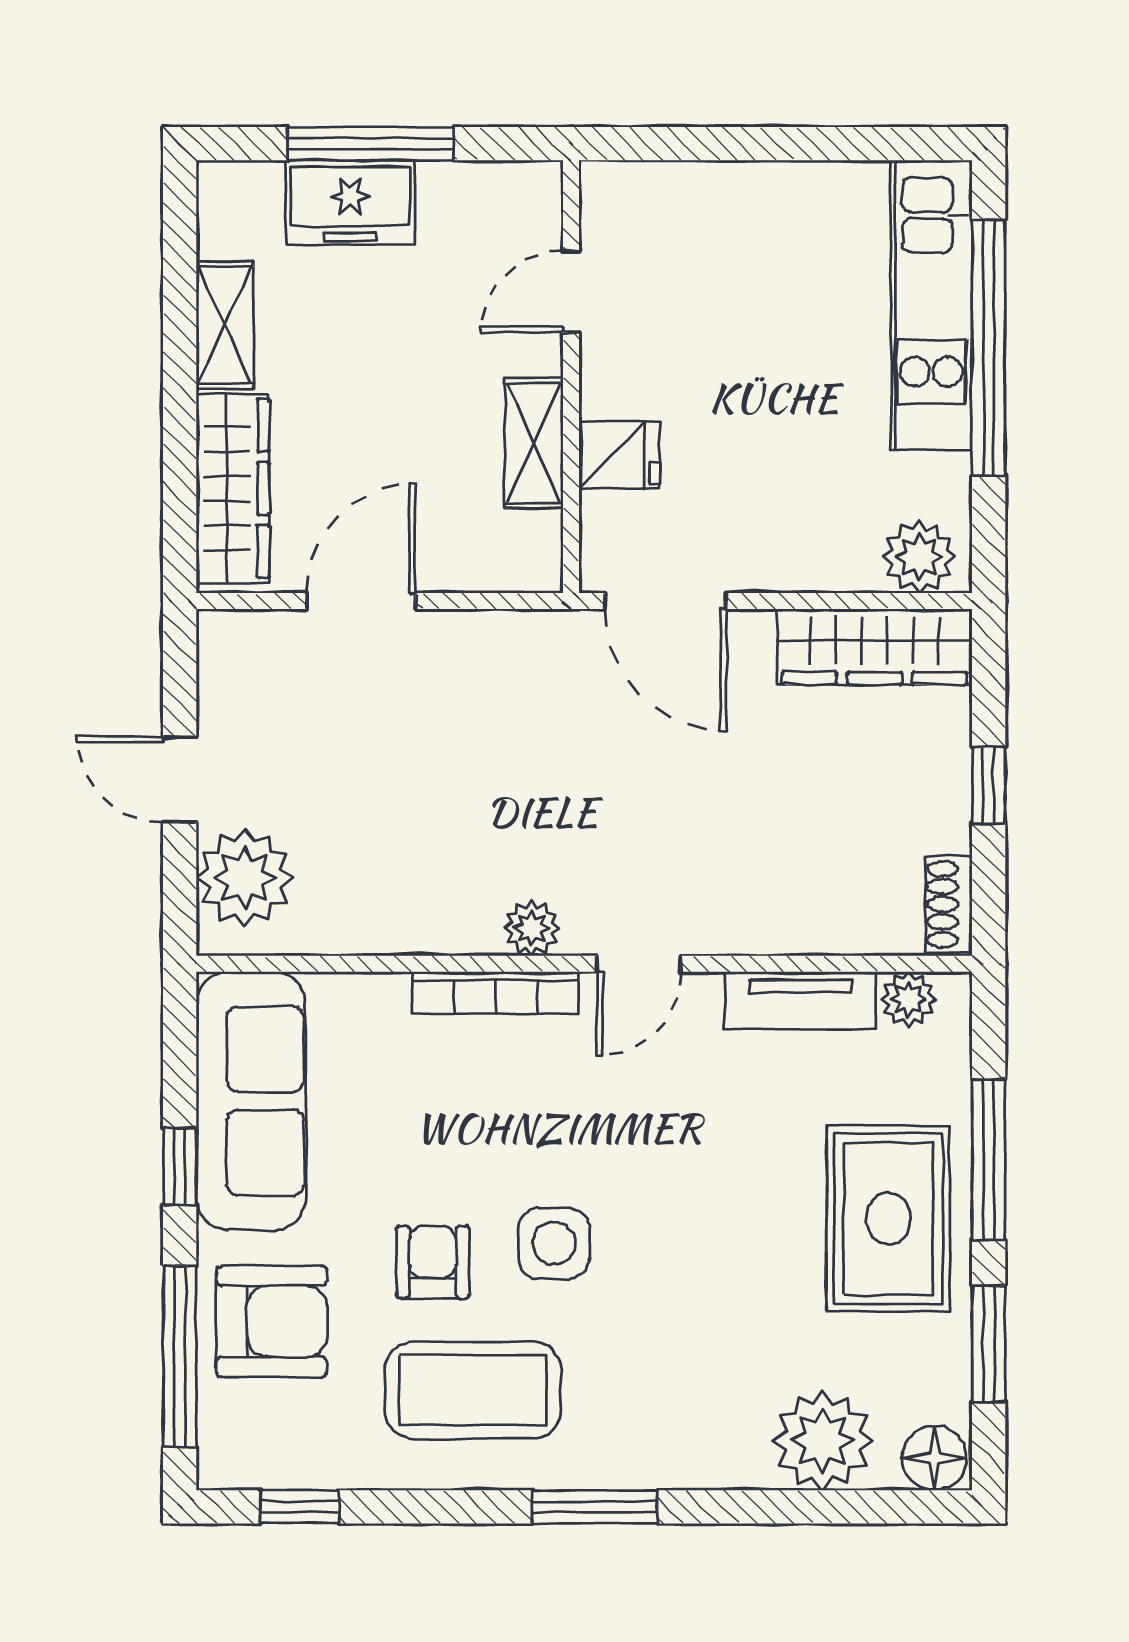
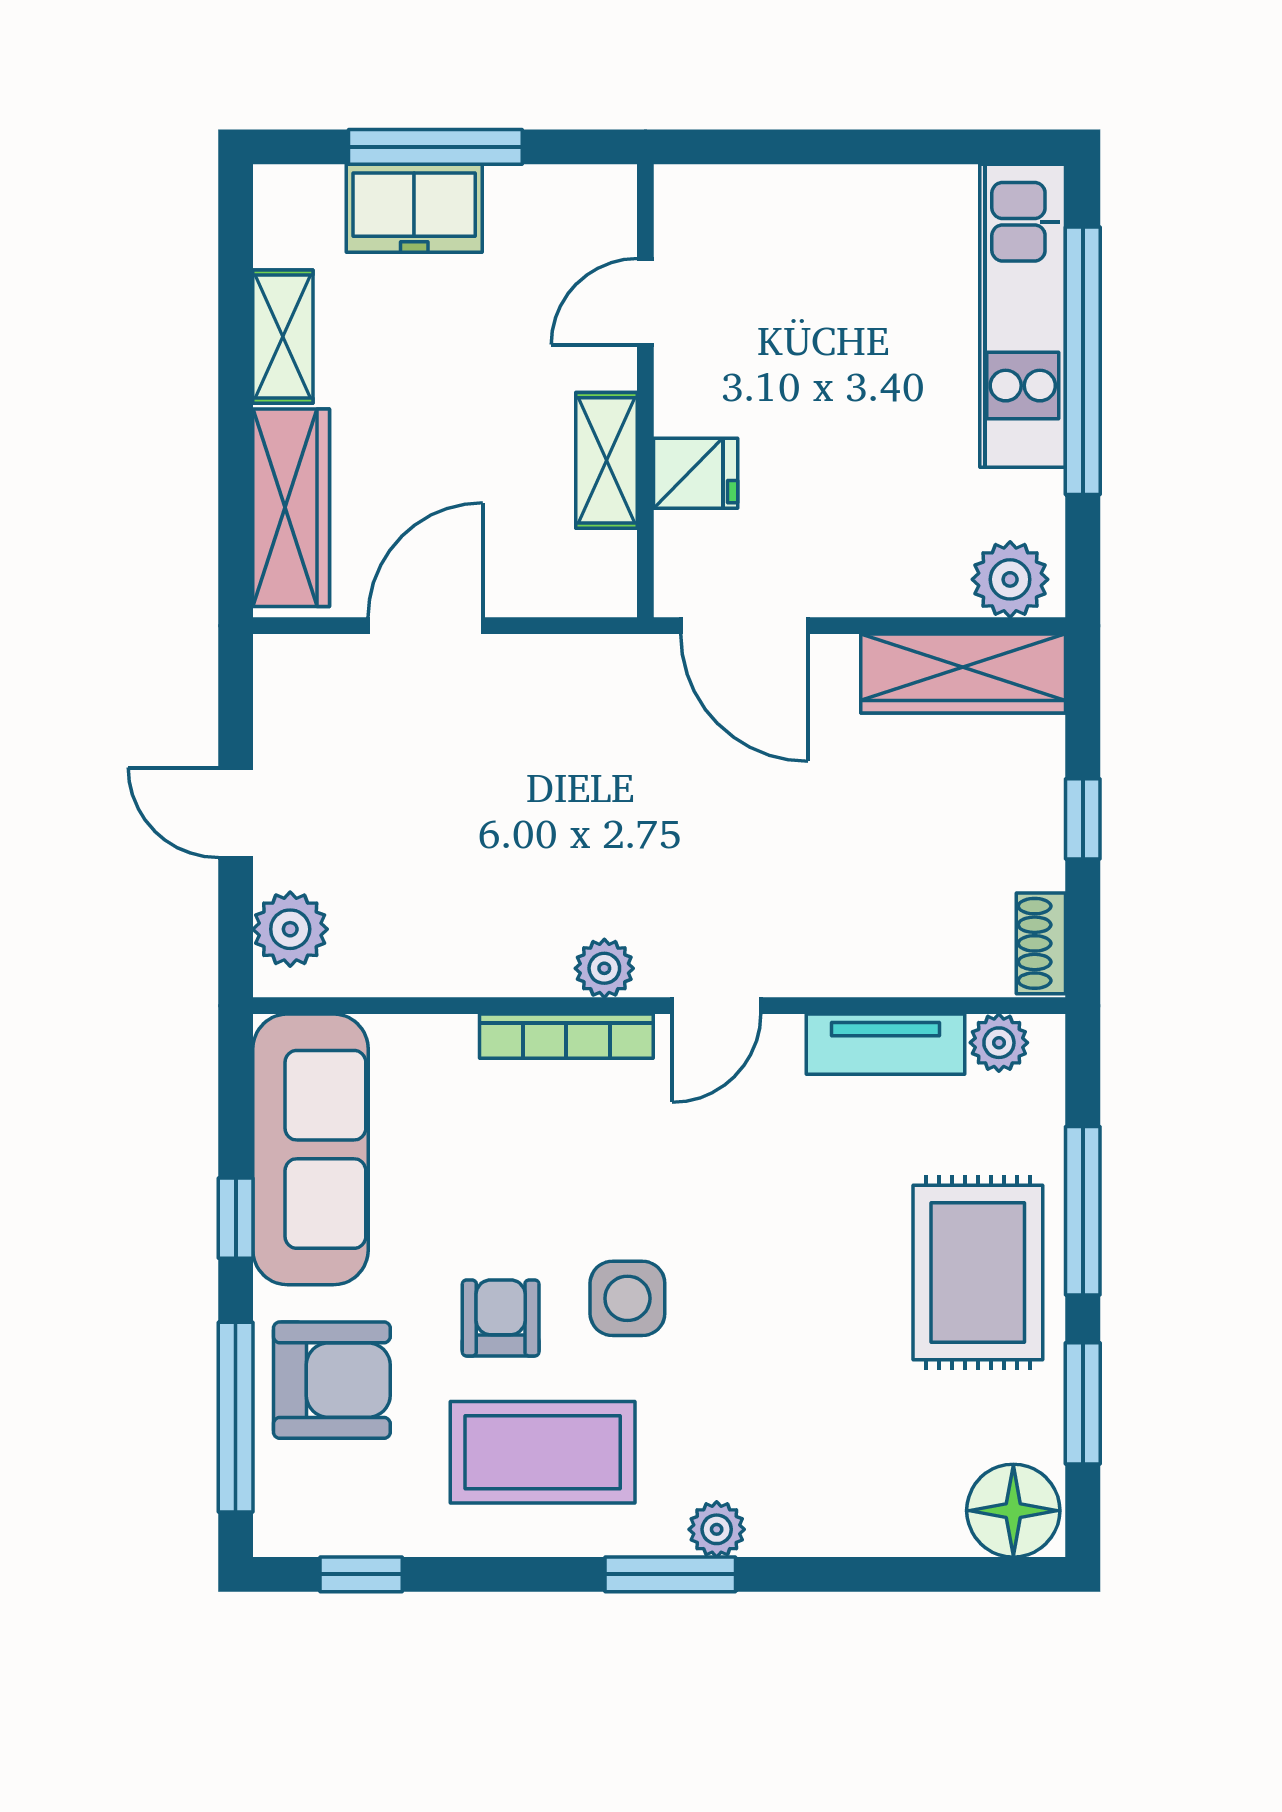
plant: (245, 878) -> (290, 929), width x0.73, depth x0.73
plant: (823, 1441) -> (717, 1529), moved, width x0.53, depth x0.53
floor lamp: (934, 1458) -> (1013, 1511), width x1.38, depth x1.38

